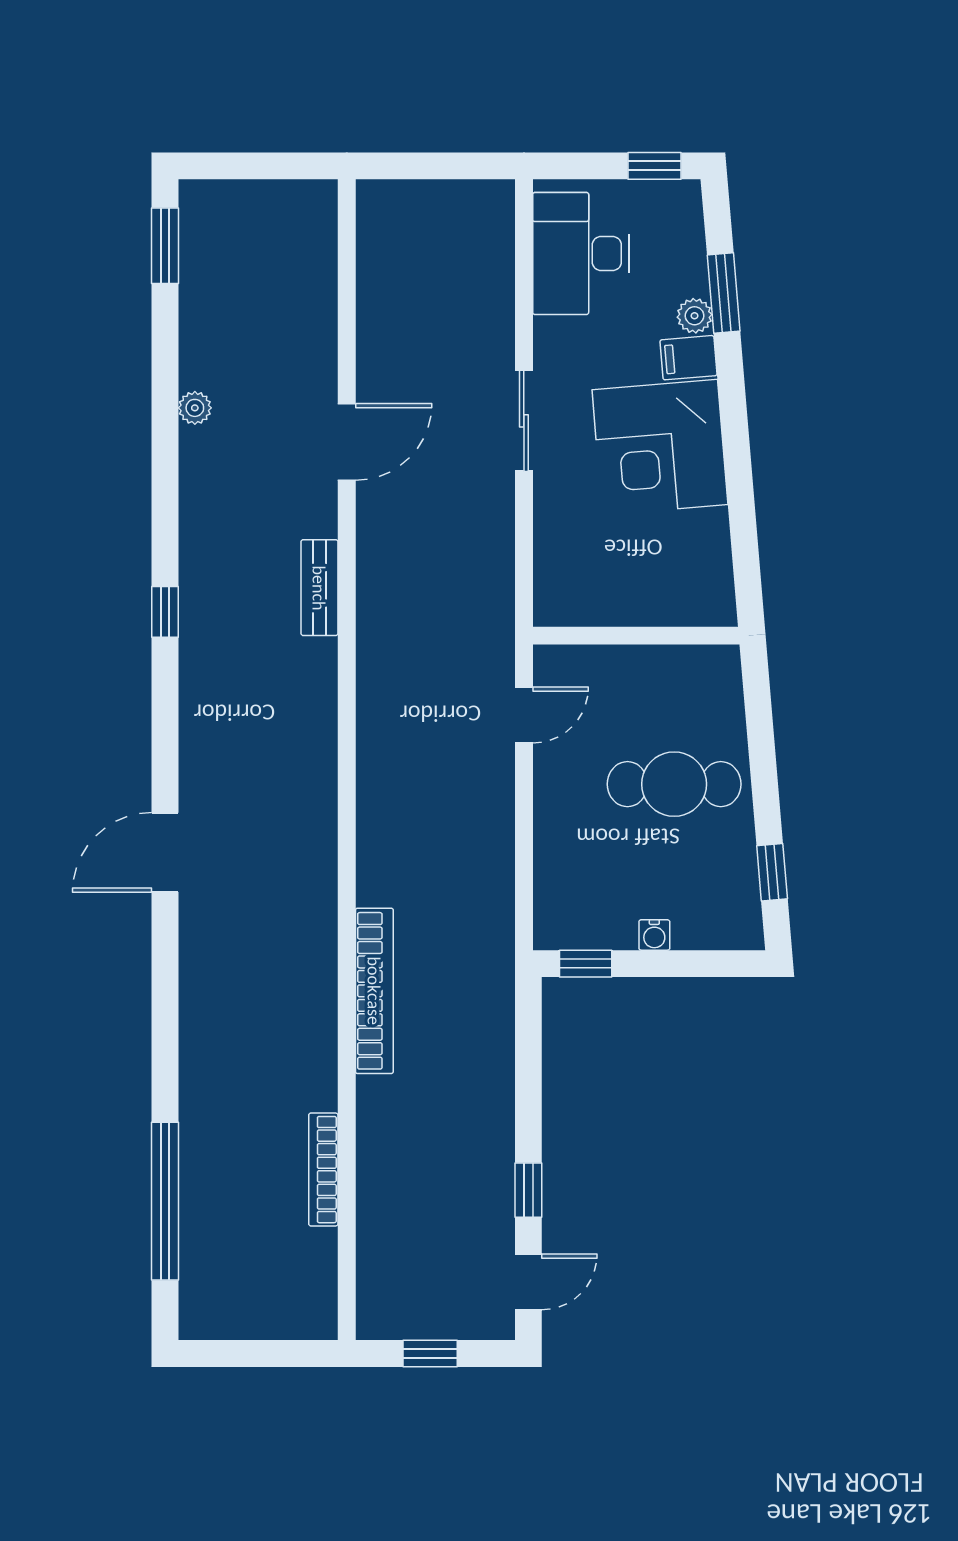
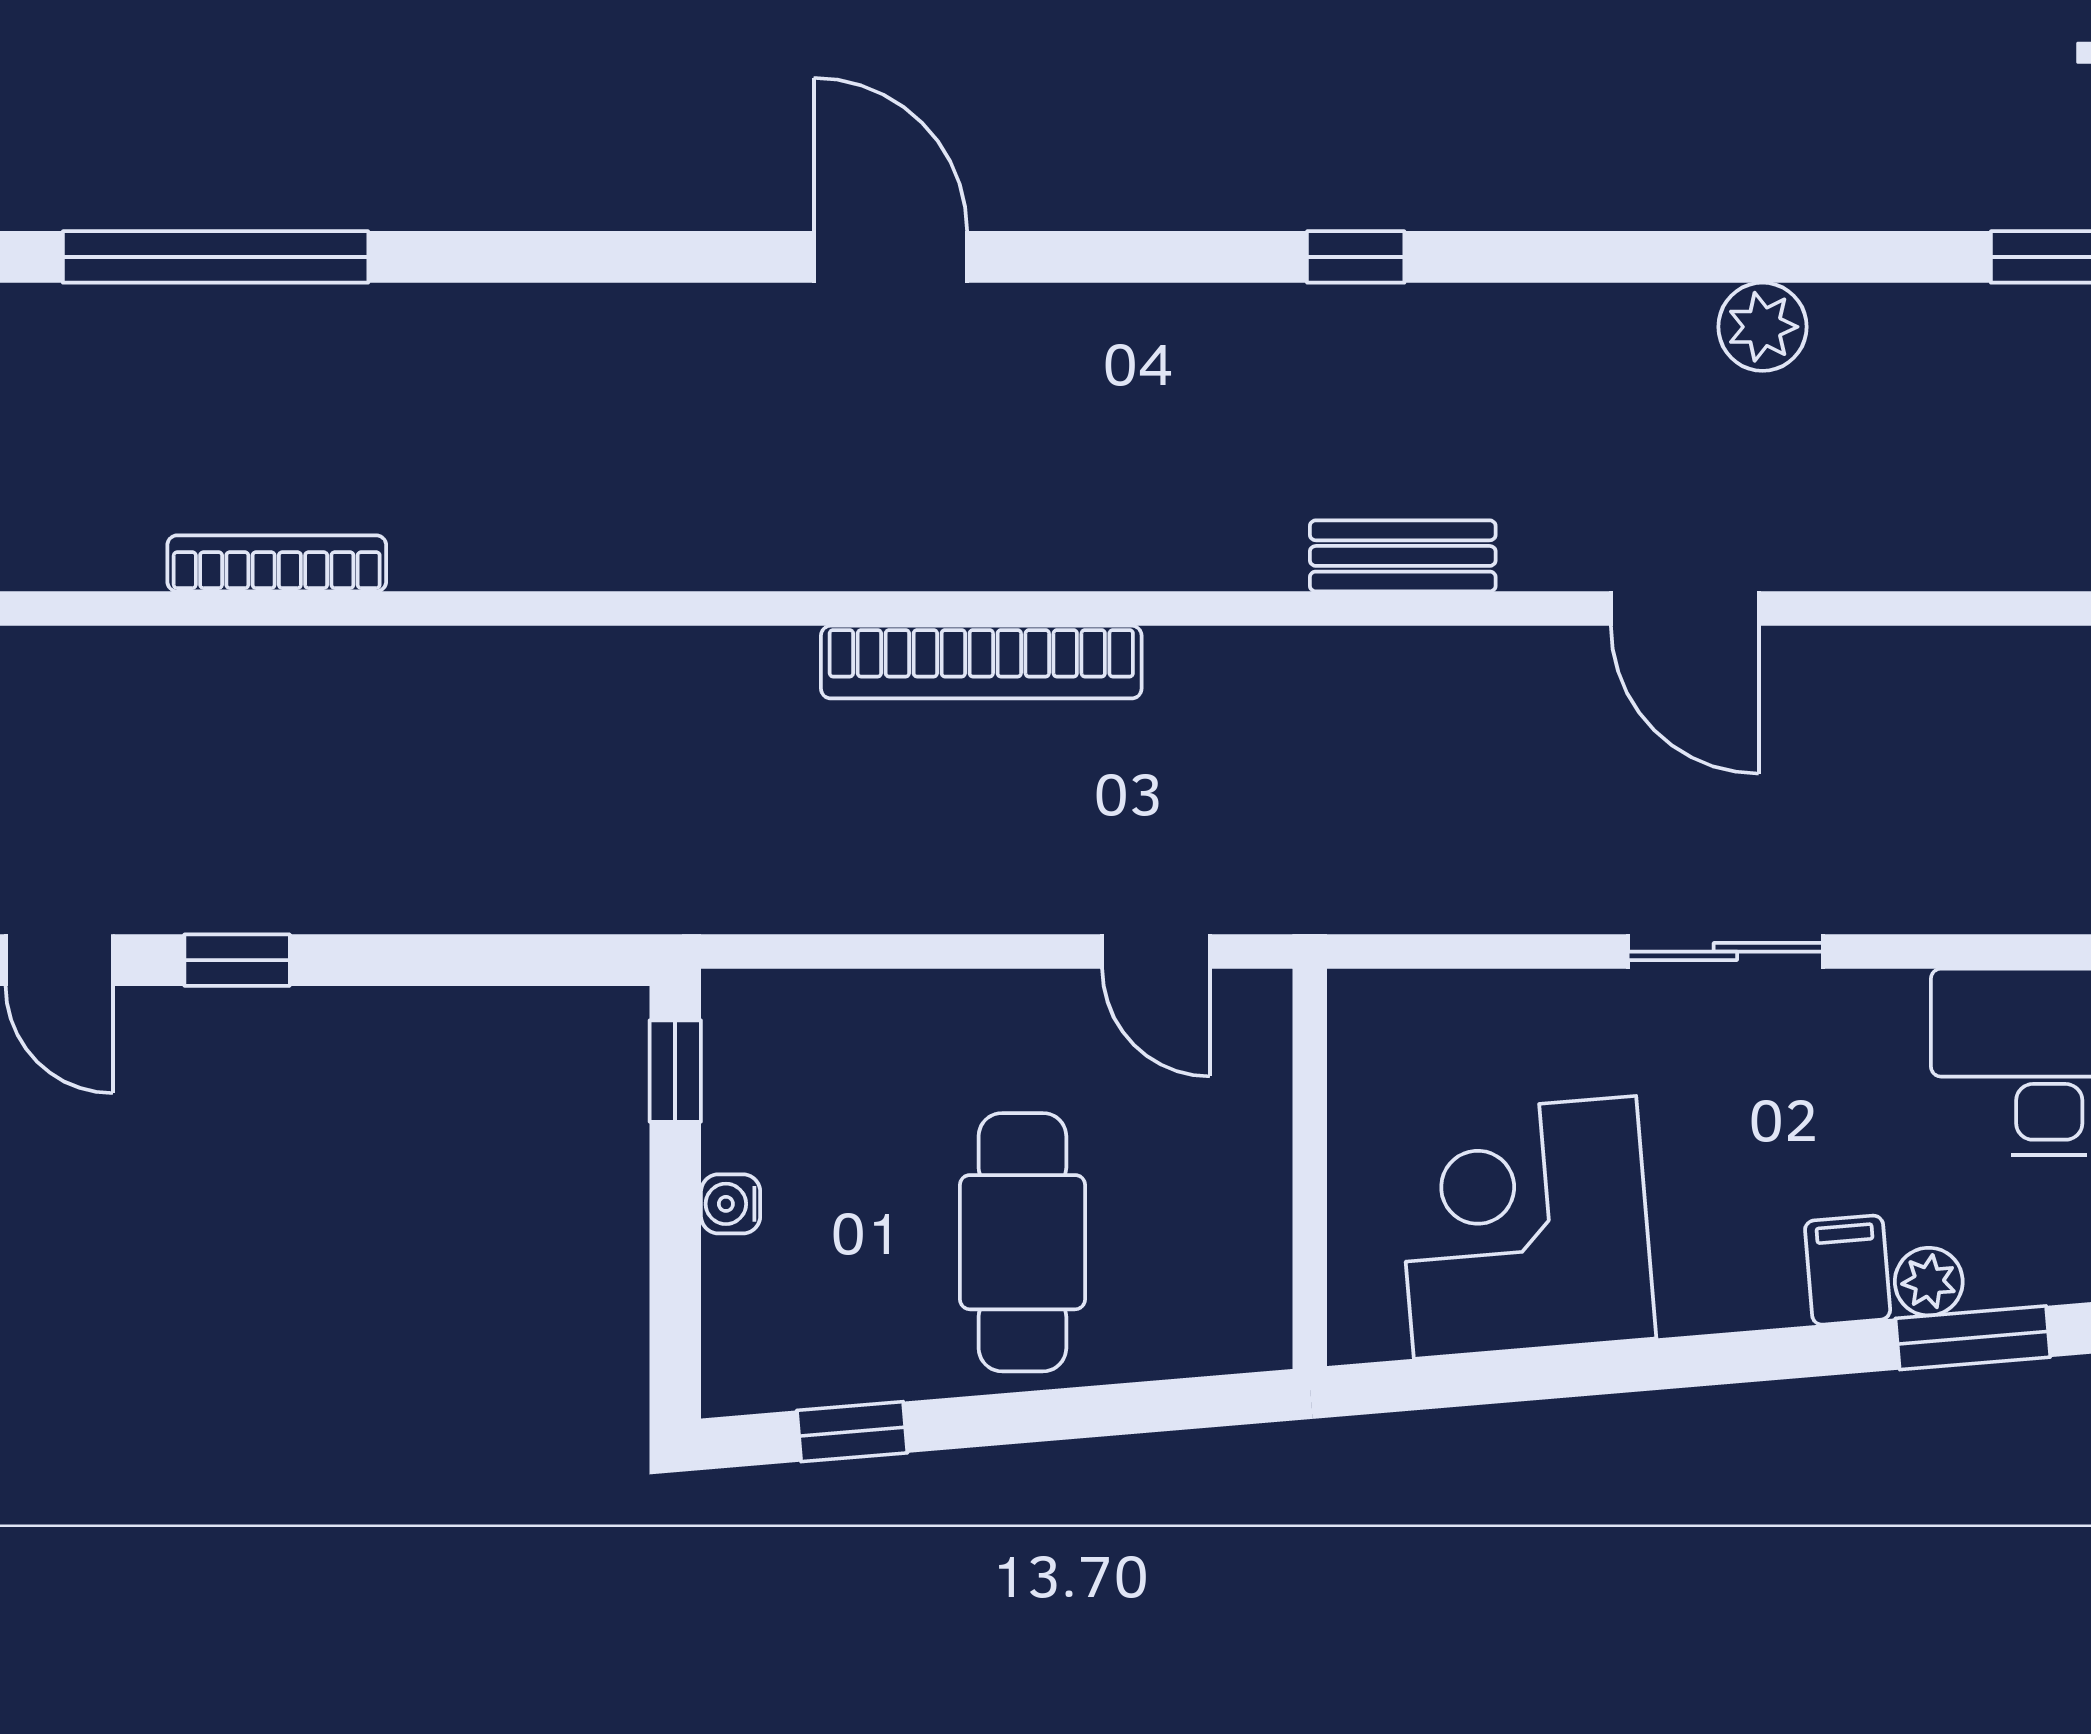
plant: (195, 408) -> (1762, 327), width x1.38, depth x1.38
corner desk: (660, 447) -> (1525, 1227), moved
bookcase: (374, 991) -> (981, 662), moved

